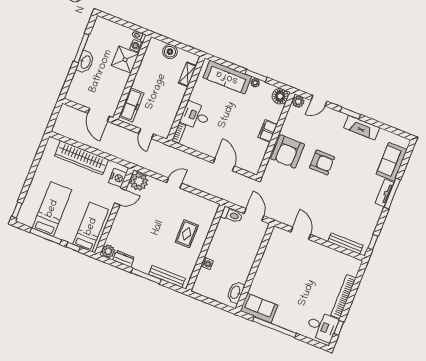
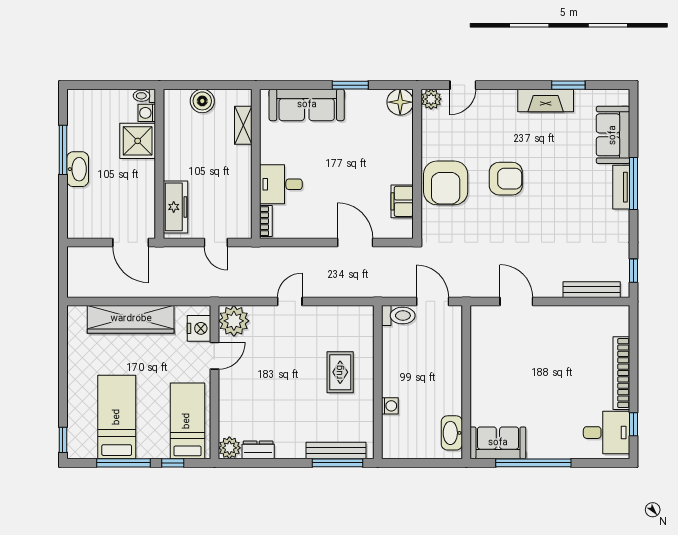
plant: (255, 83) -> (353, 97), removed
window: (350, 113) -> (568, 85), moved
filing cabinet: (268, 131) -> (402, 201), moved
window: (146, 276) -> (338, 463), moved

